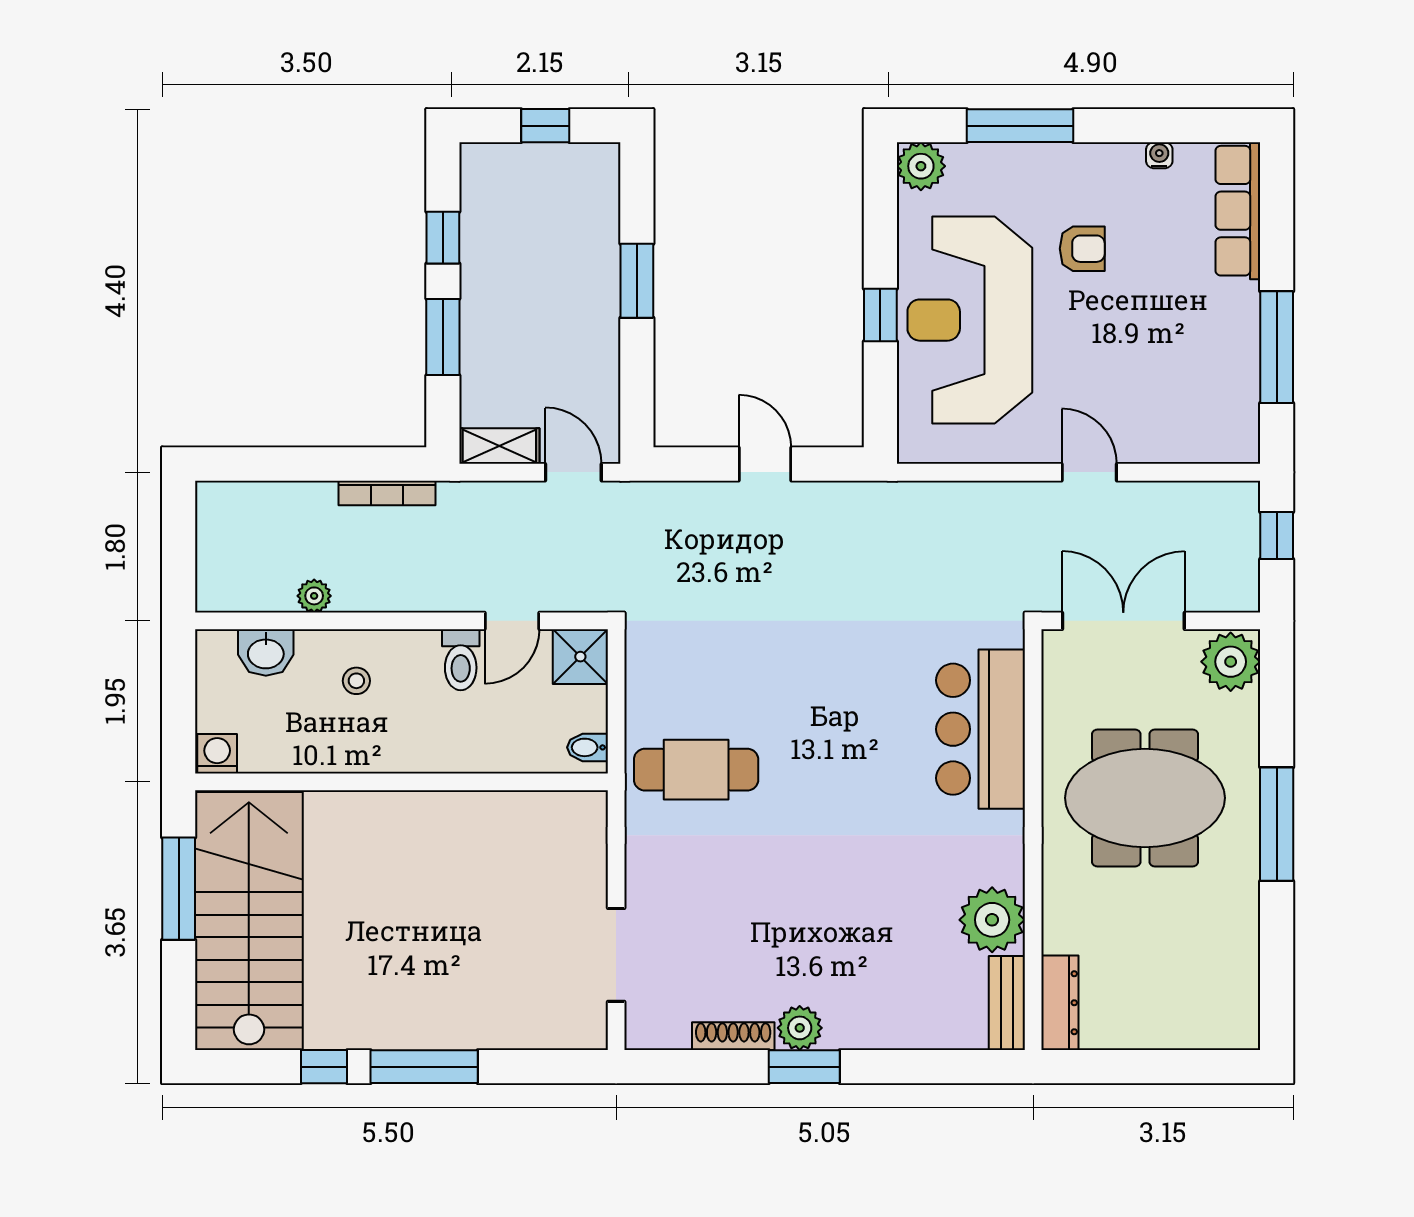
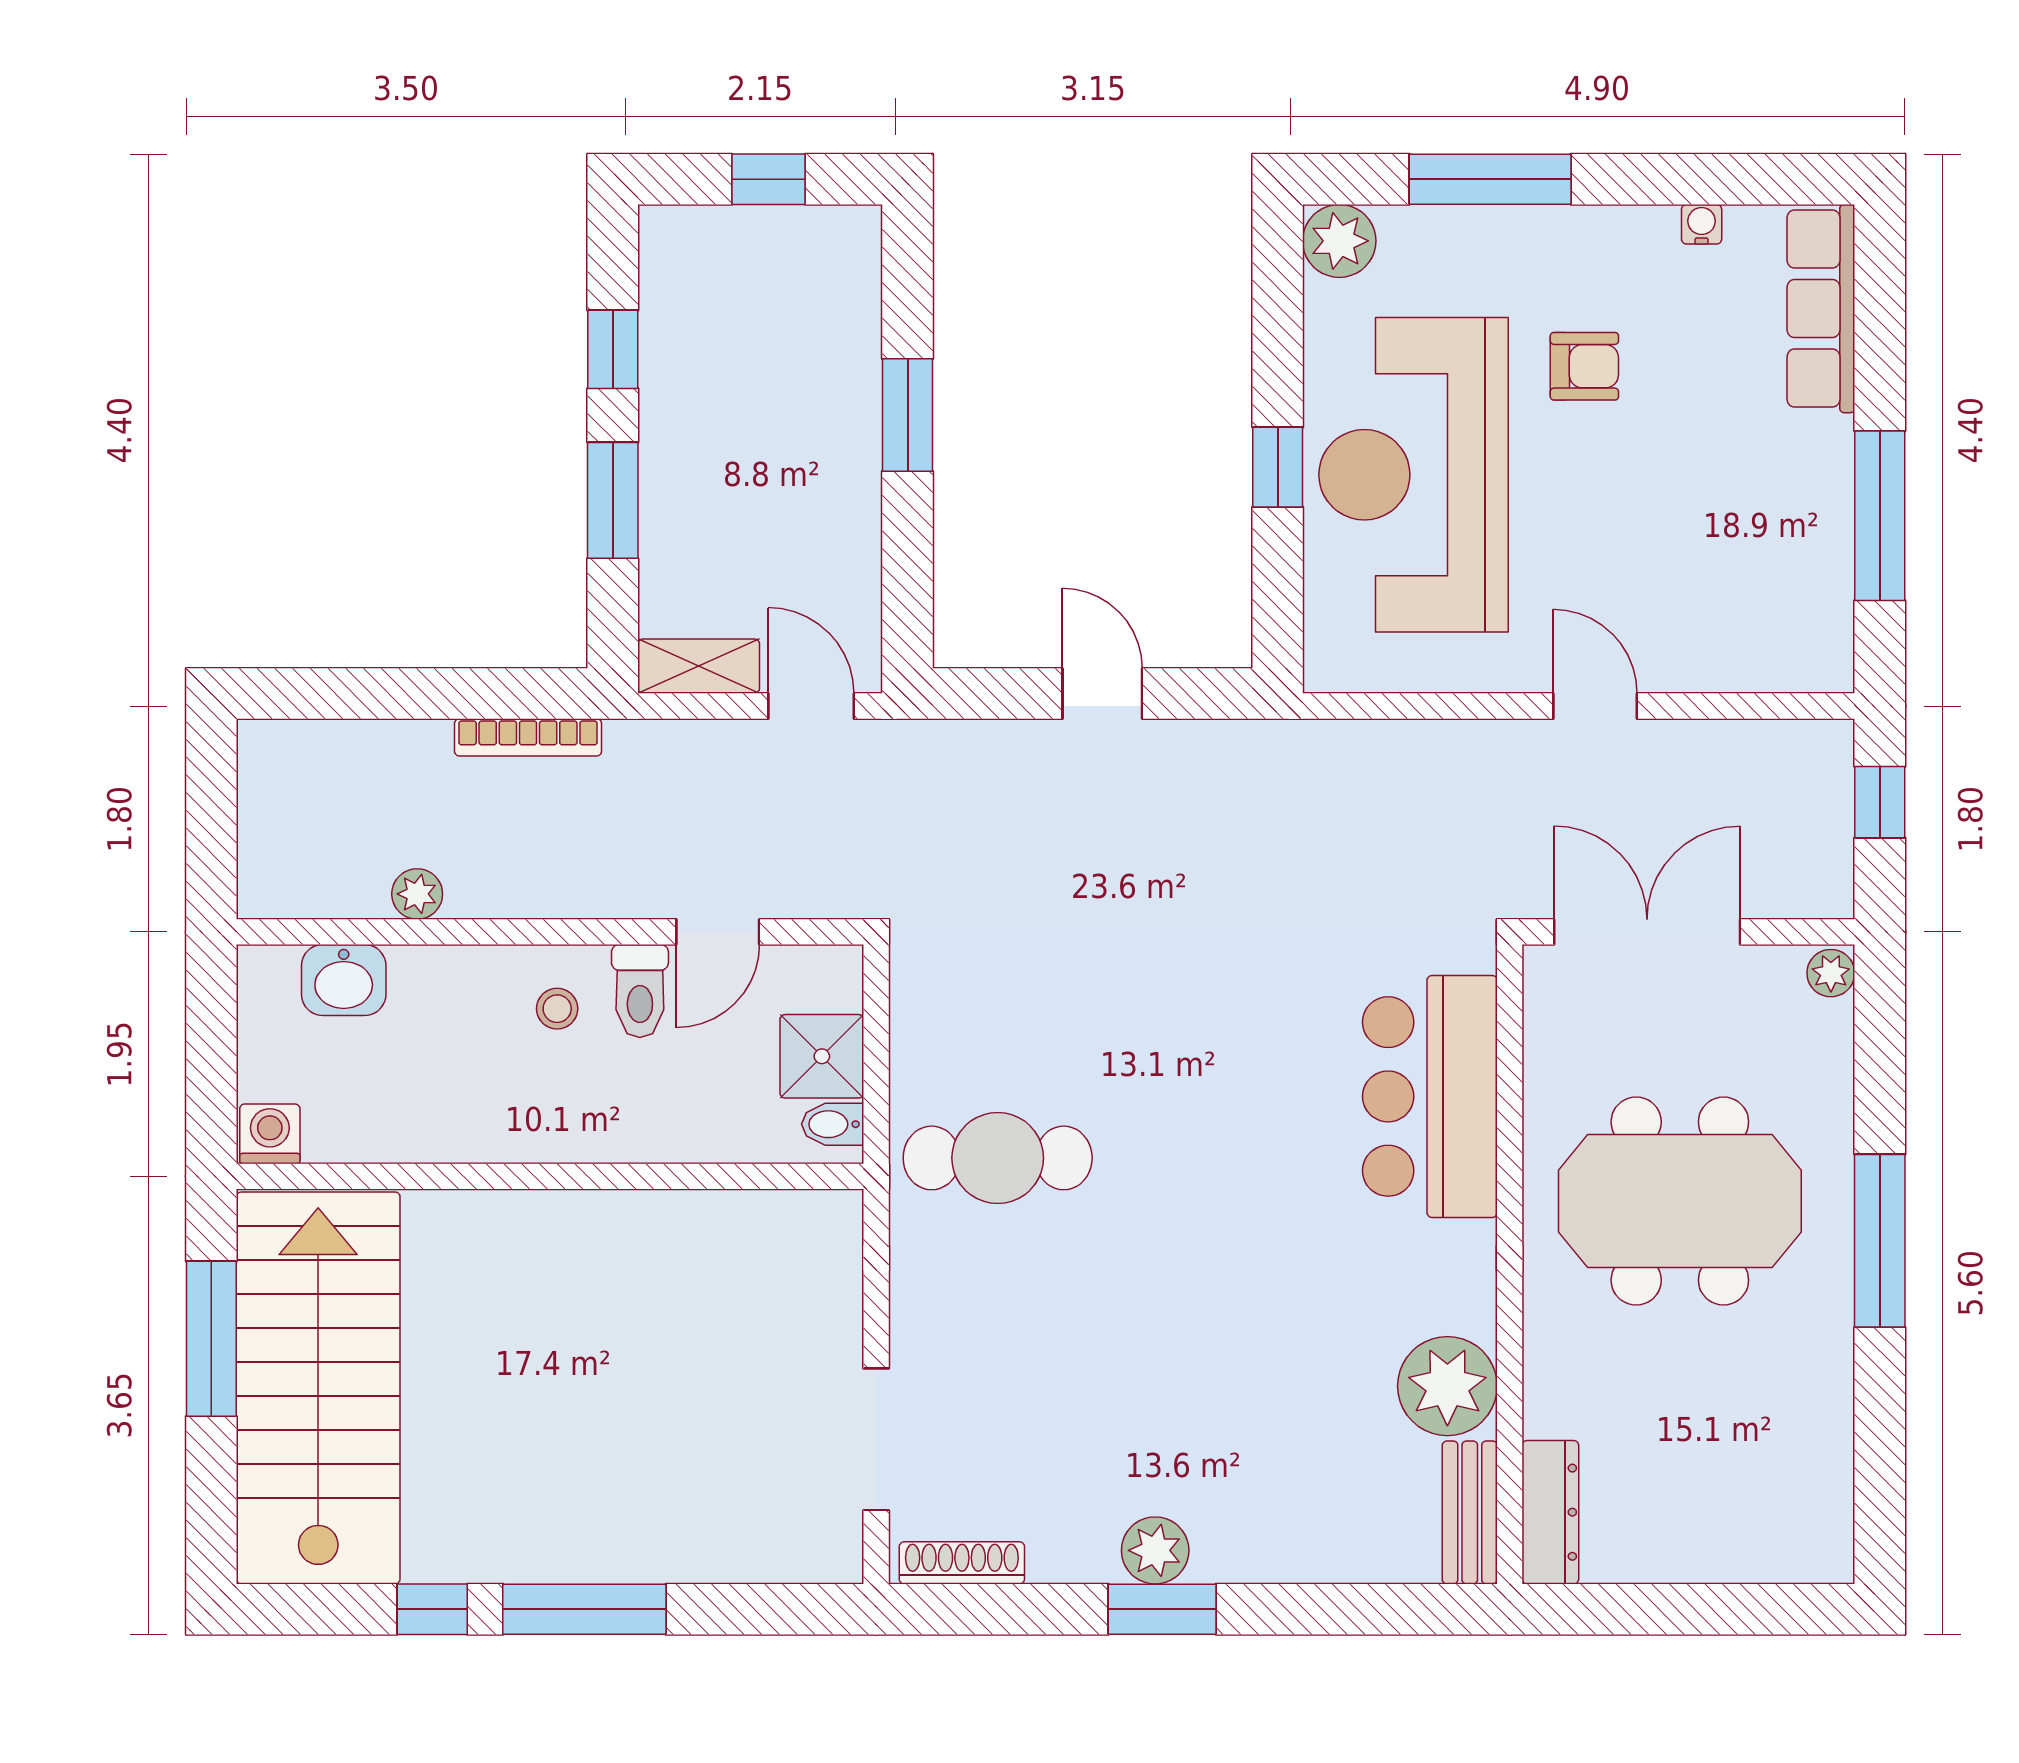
shower: (580, 657) -> (822, 1056), moved
plant: (1231, 662) -> (1831, 973), width x0.53, depth x0.53
stool: (356, 681) -> (557, 1009), moved
shoe rack: (733, 1036) -> (962, 1563), moved

